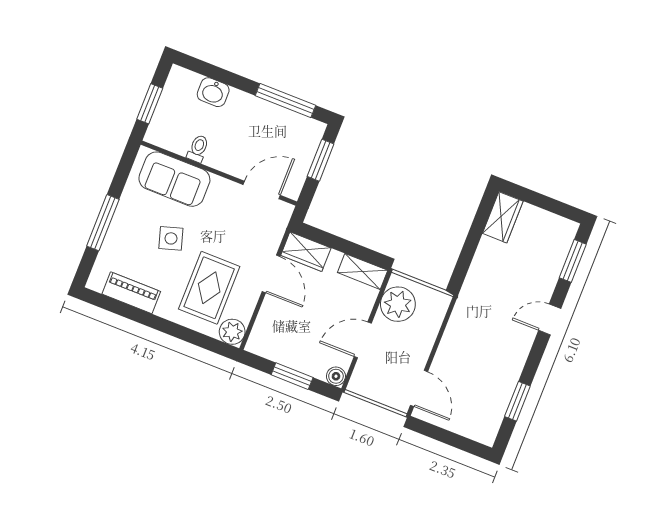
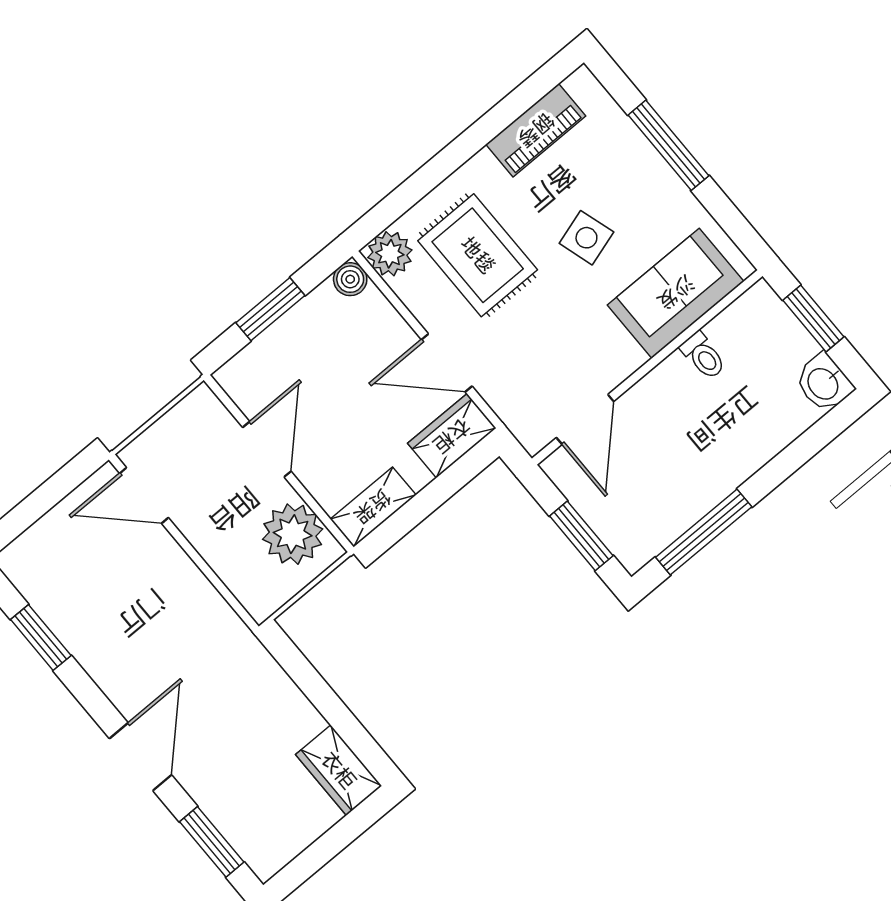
washbasin: (213, 92) -> (824, 383), moved, turned -90
door: (550, 319) -> (140, 757), width x1.38
boiler: (336, 376) -> (350, 279), moved

